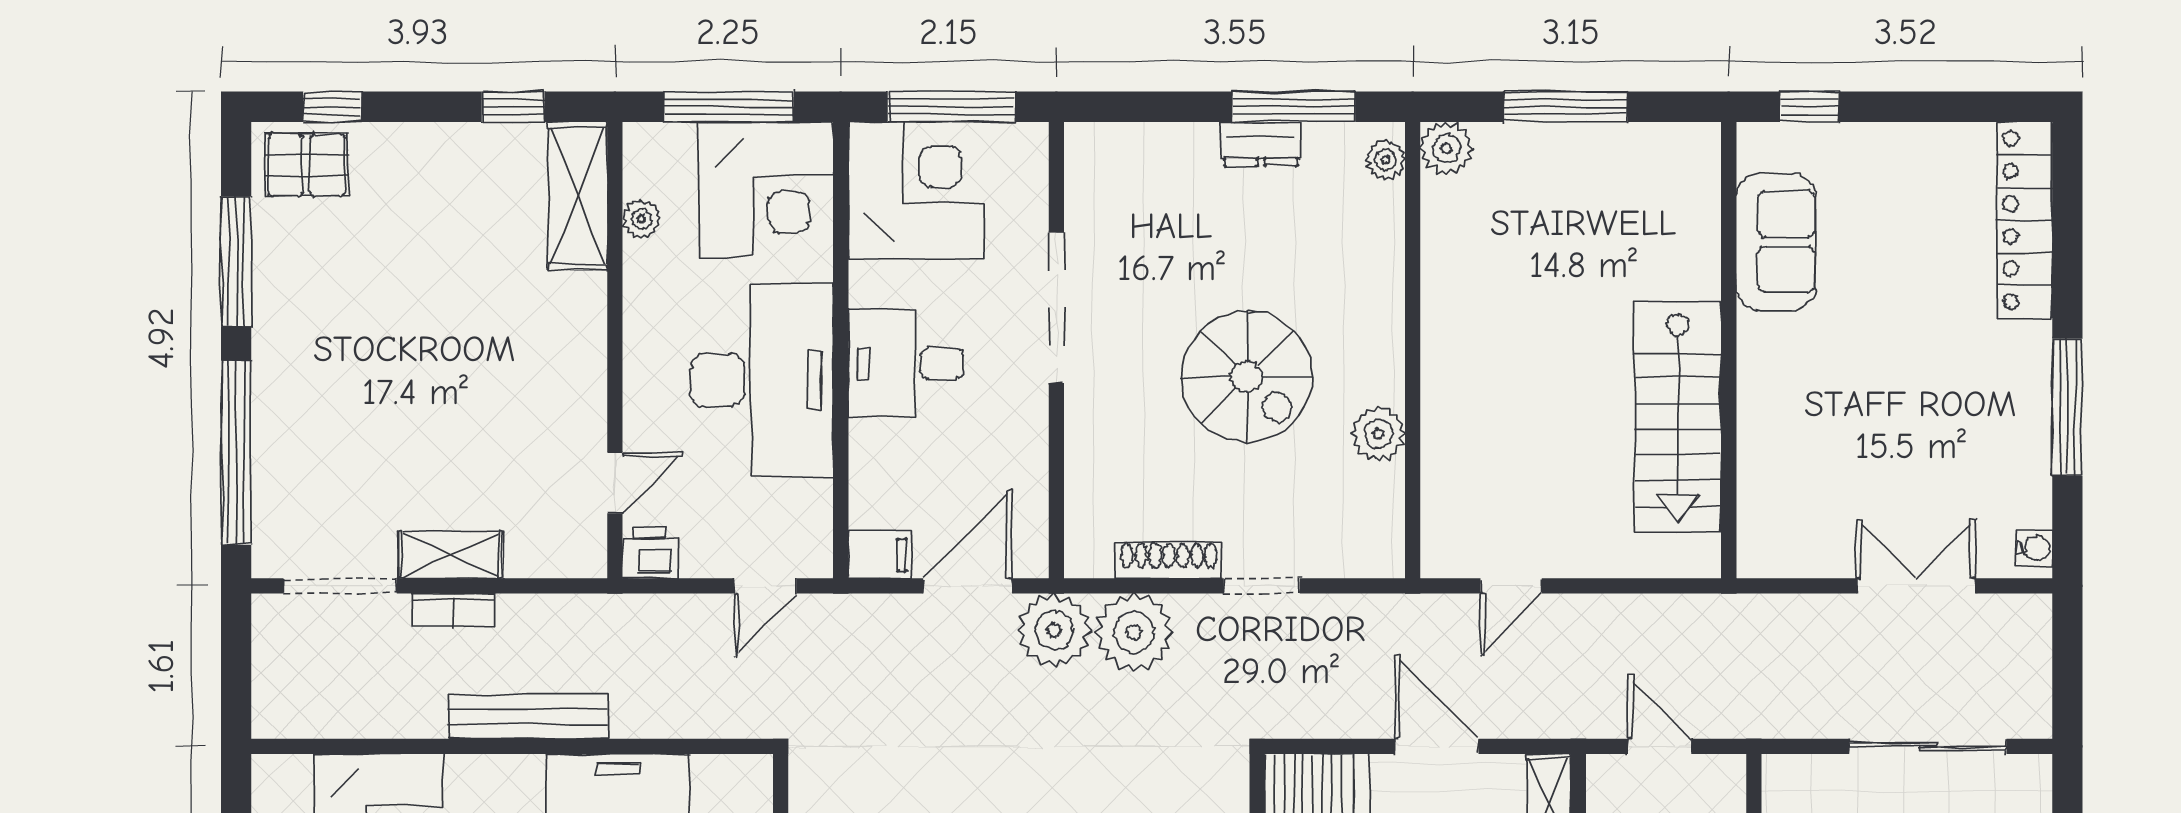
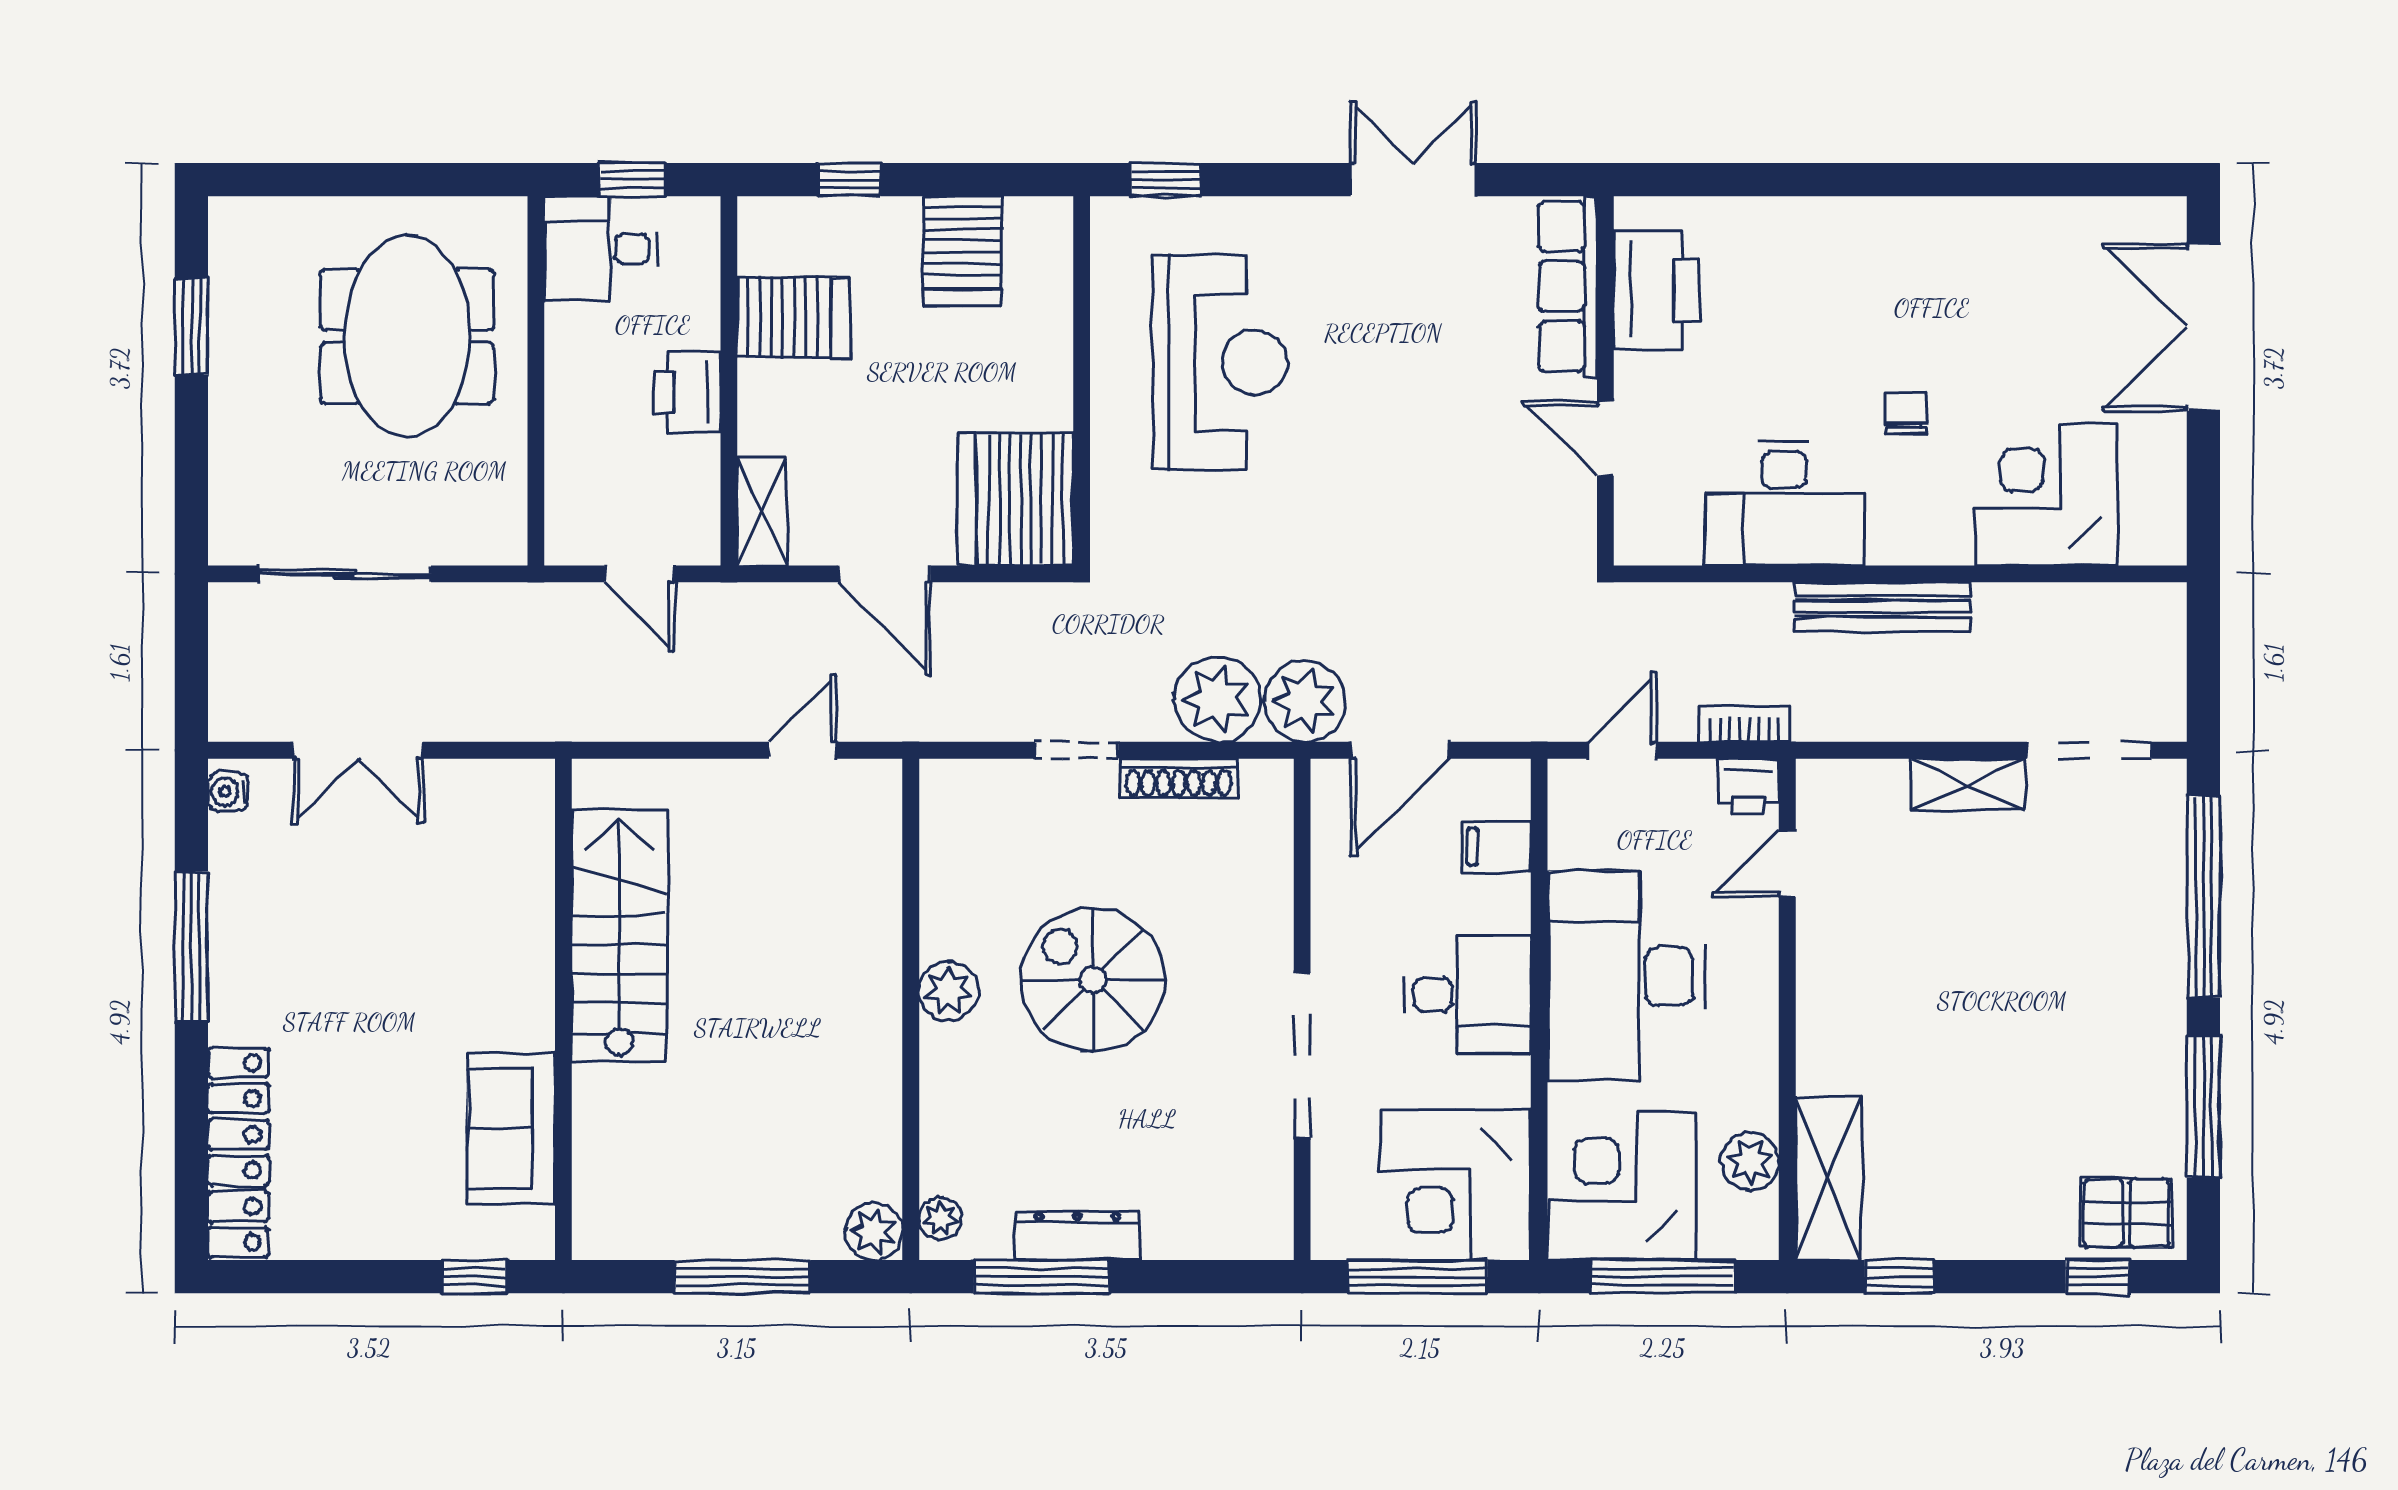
dresser: (1261, 144) -> (1078, 1236), width x1.44
plant: (642, 219) -> (1750, 1161), width x1.38, depth x1.38
plant: (1378, 434) -> (949, 991), moved
filing cabinet: (880, 555) -> (1496, 847), moved
bookcase: (453, 610) -> (1744, 724), moved

